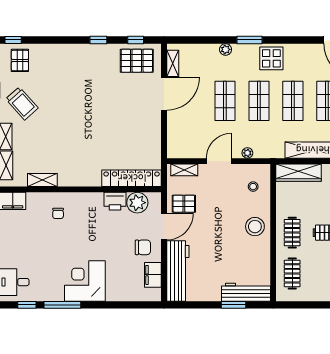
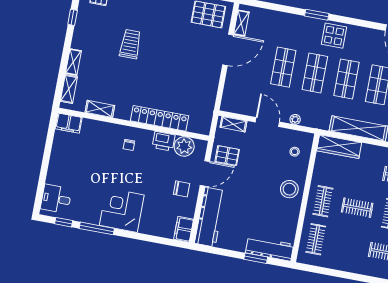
plant: (226, 49) -> (293, 19), removed
trolley: (22, 103) -> (130, 44), moved, turned -138
door: (219, 161) -> (267, 122), hinge flipped
locker: (132, 178) -> (160, 118), moved
chair: (58, 213) -> (129, 145), moved
filing cabinet: (153, 275) -> (184, 229), moved

